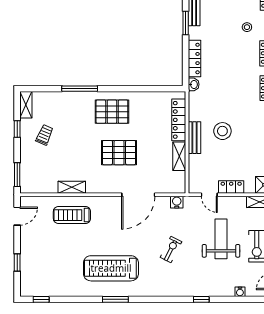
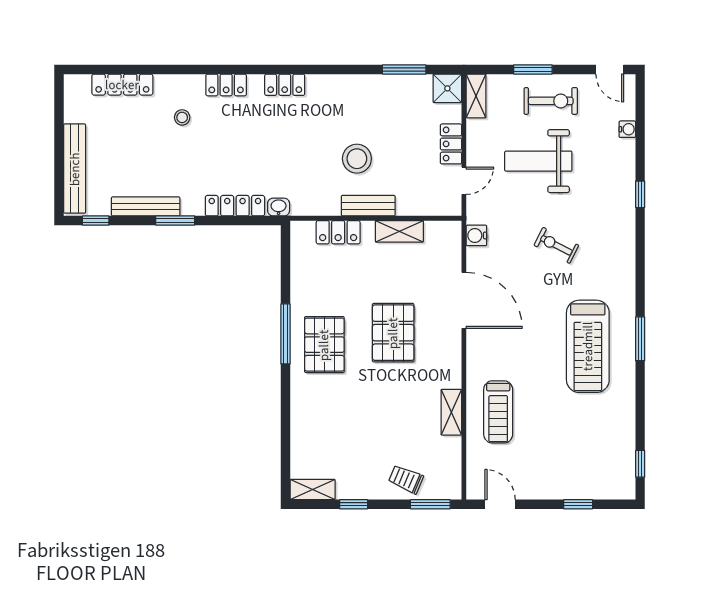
window: (80, 89) -> (285, 334), moved
locker: (179, 120) -> (338, 232), width x0.66
trolley: (44, 135) -> (406, 479), moved

